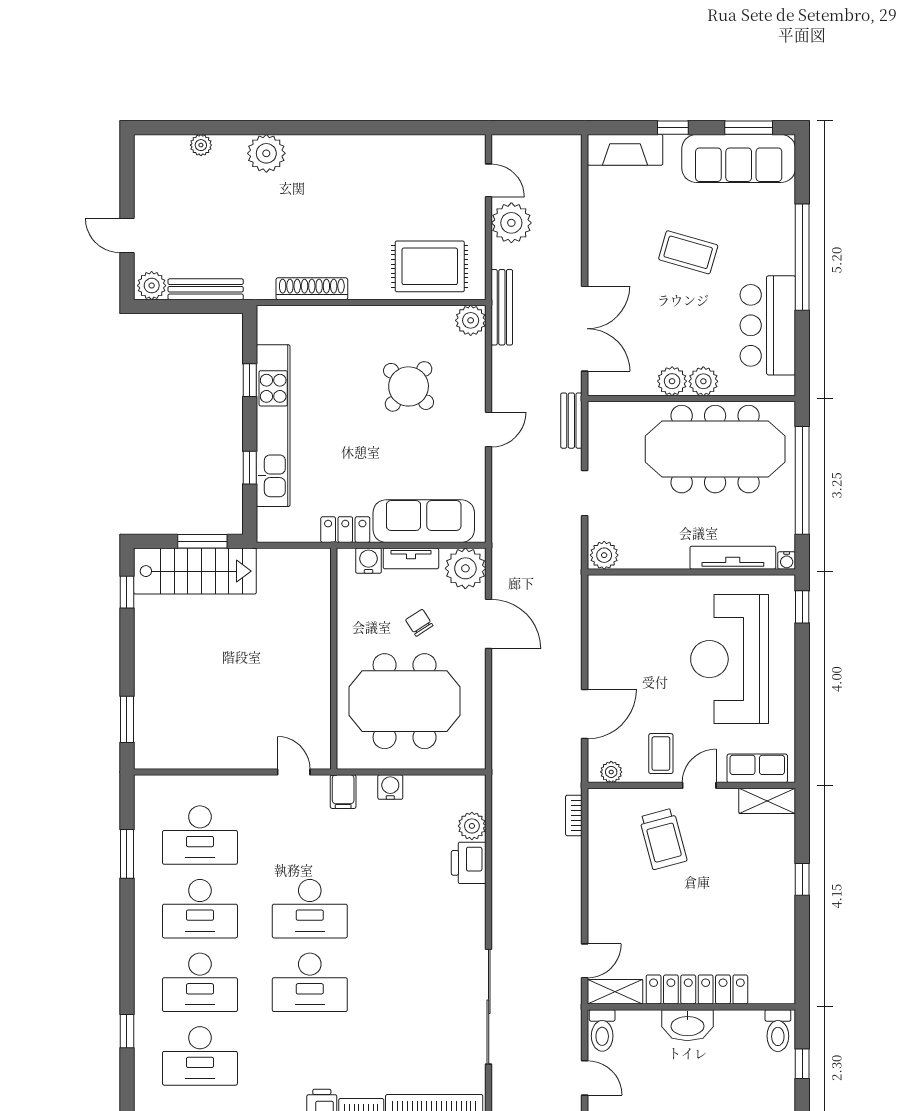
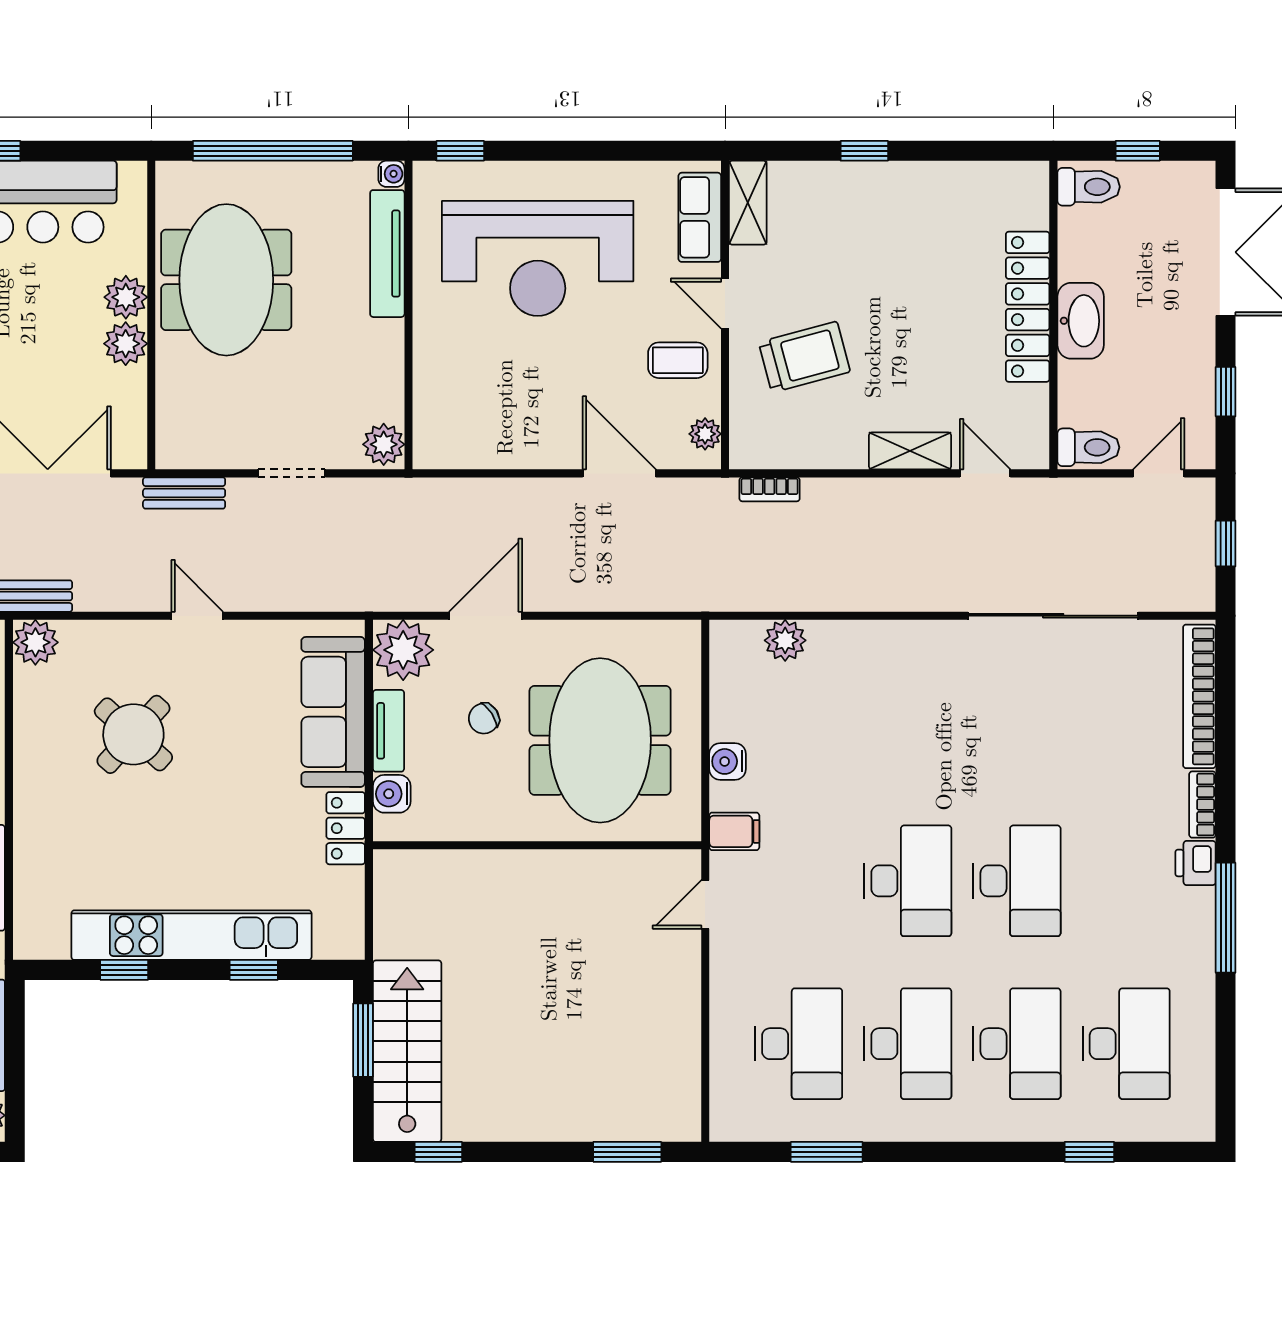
meeting table: (715, 449) -> (226, 280), width x0.73
printer: (469, 863) -> (840, 645), removed
shelving: (615, 992) -> (910, 451), moved, turned 90

